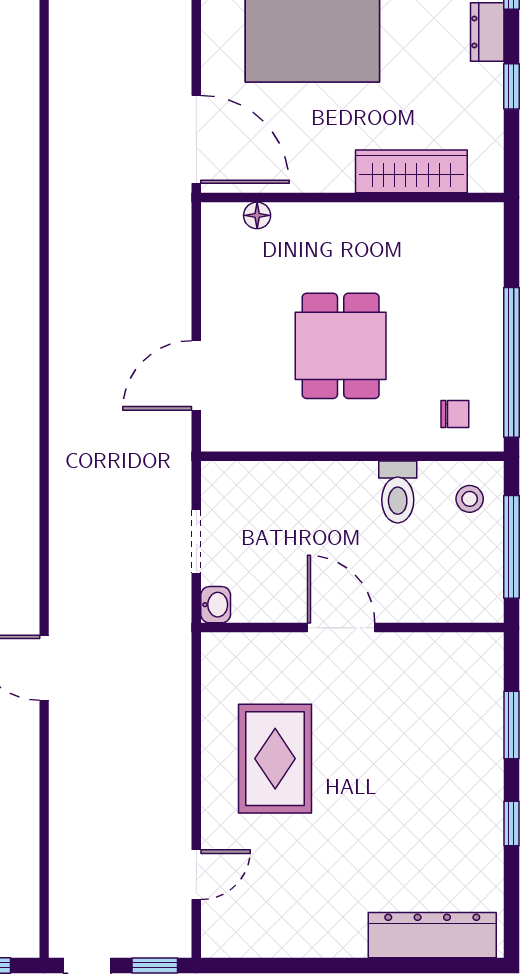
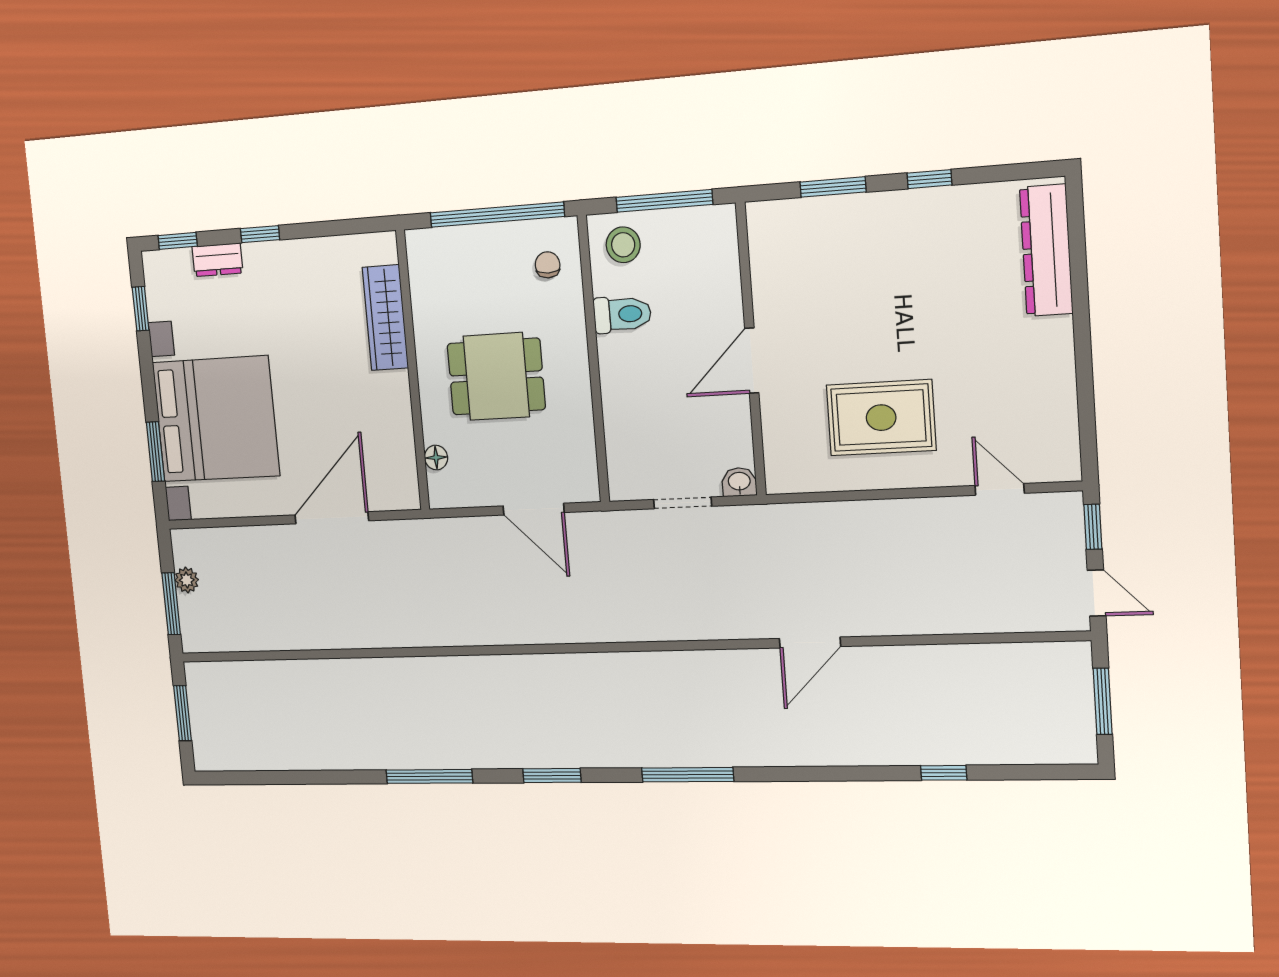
wardrobe: (411, 171) -> (385, 318), moved
wall: (352, 197) -> (413, 371), moved
floor lamp: (257, 215) -> (436, 458), moved
stool: (470, 499) -> (623, 245), width x1.37, depth x1.37

